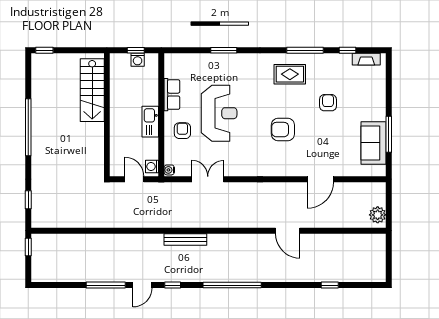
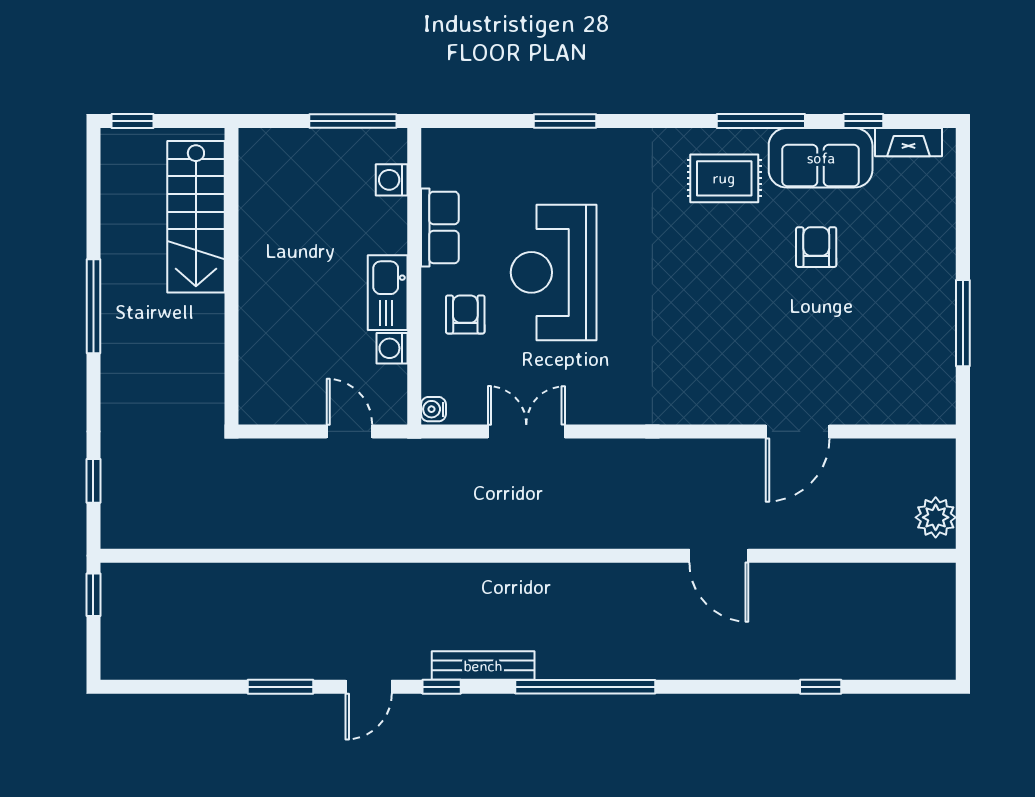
window: (136, 50) -> (353, 121), width x2.17
washing machine: (138, 60) -> (392, 180), moved, turned 90
stairs: (92, 90) -> (196, 217), moved
reception desk: (219, 113) -> (554, 272), turned 180
wall: (107, 115) -> (231, 276), moved
window: (28, 127) -> (93, 306), width x0.68
armchair: (283, 130) -> (708, 312), removed
sofa: (374, 143) -> (821, 158), moved, turned -90
washing machine: (152, 167) -> (392, 348), moved
bench: (185, 240) -> (483, 666), moved
window: (106, 285) -> (281, 687), width x0.69

